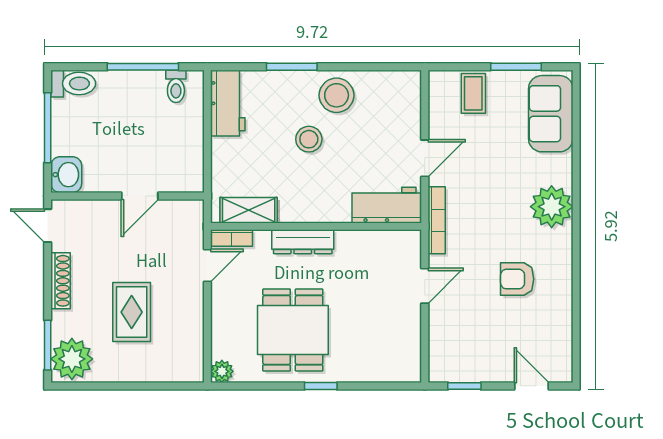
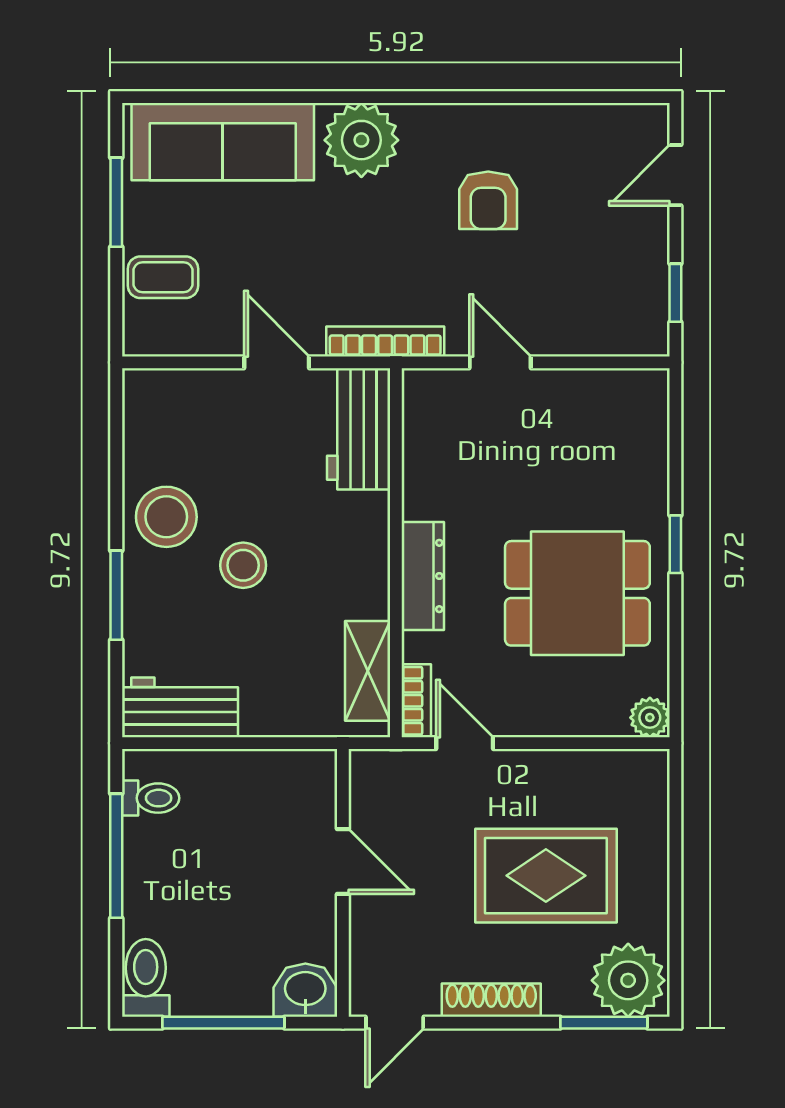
sofa: (551, 114) -> (223, 142), width x1.36
rug: (132, 312) -> (546, 876), width x1.36, depth x1.43

